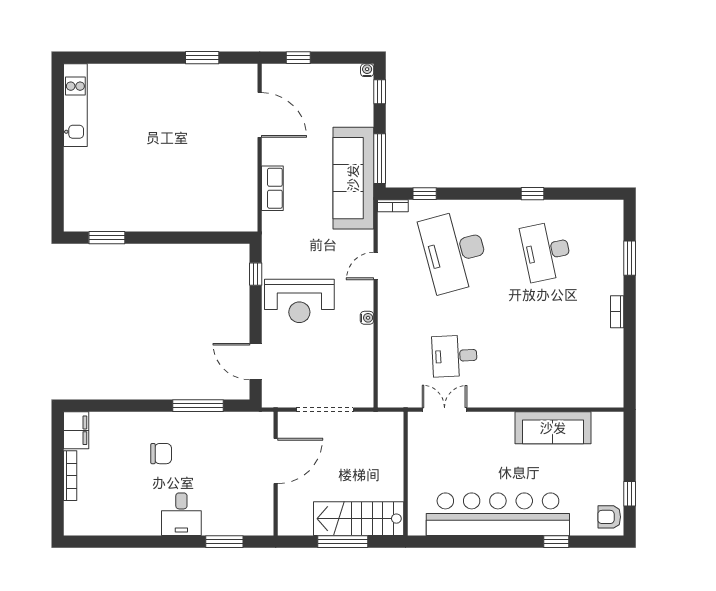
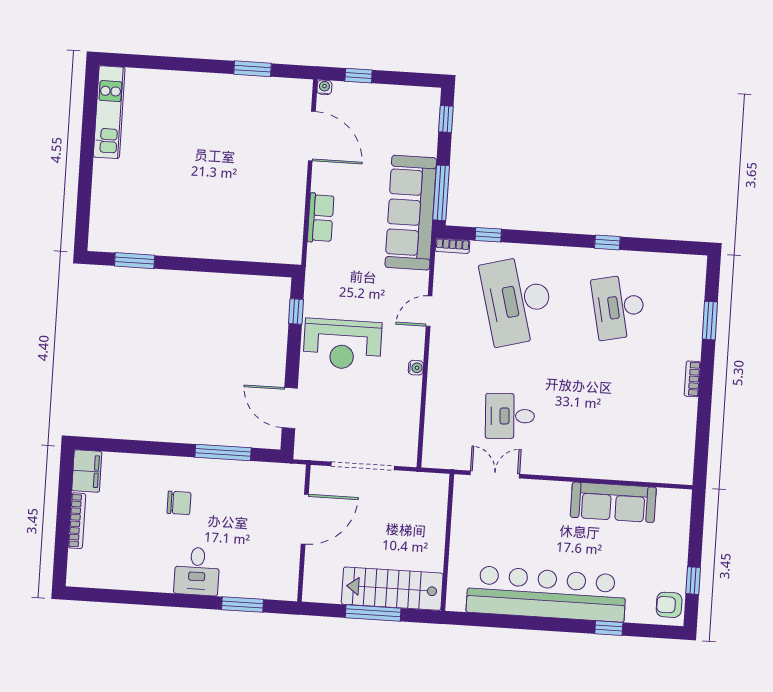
water cooler: (367, 70) -> (324, 87), moved

